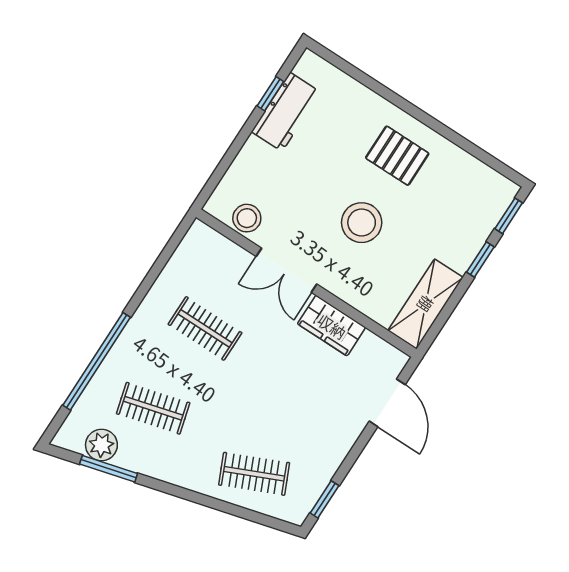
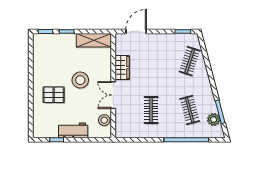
workbench: (286, 112) -> (73, 130), moved
pallet: (397, 156) -> (54, 95), moved, turned 90
double door: (287, 270) -> (113, 95), swing flipped
clothes rail: (254, 474) -> (190, 61), turned 42

